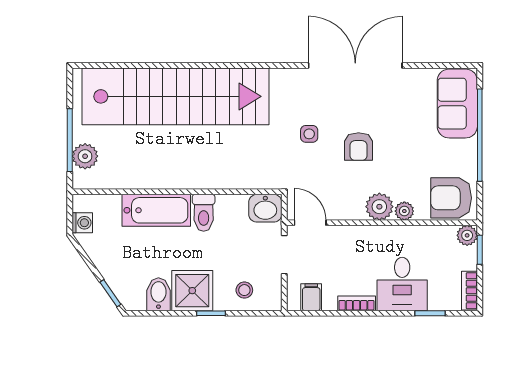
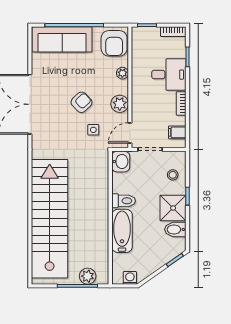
sofa: (457, 104) -> (62, 39), width x1.36
side table: (309, 134) -> (93, 130), moved
armchair: (359, 147) -> (81, 102), turned -43
plant: (379, 207) -> (120, 104), moved
plant: (467, 235) -> (138, 33), removed

